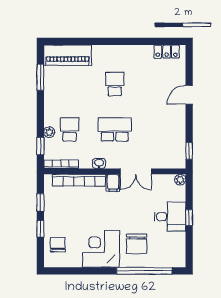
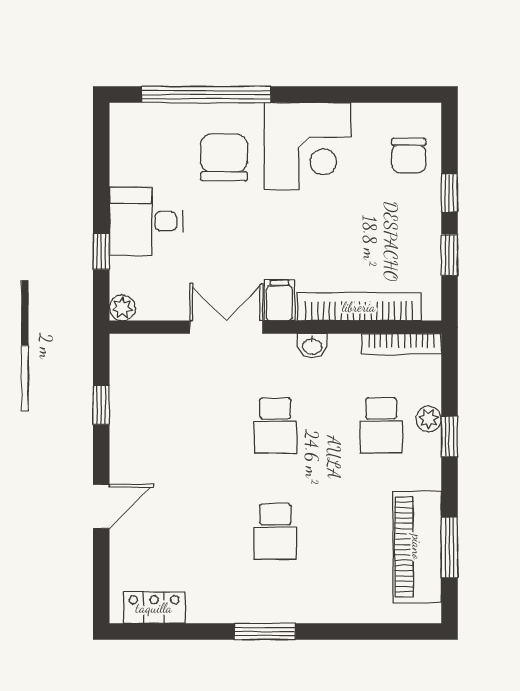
window: (119, 41) -> (265, 631), added
piano: (68, 55) -> (417, 547), moved, turned -90
school desk: (115, 129) -> (275, 425), width x0.54
window: (40, 146) -> (449, 437), moved
window: (189, 151) -> (101, 405), moved
window: (189, 218) -> (101, 251), moved

